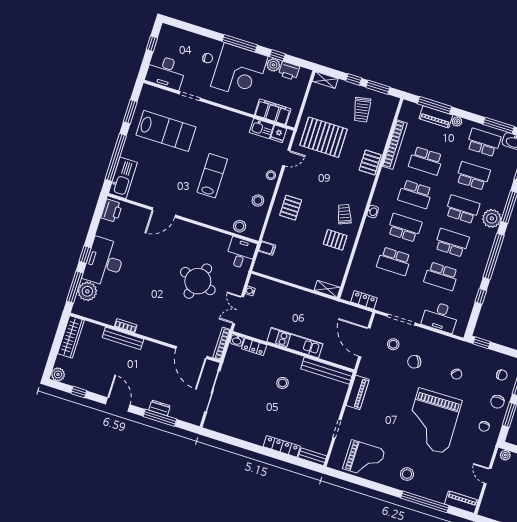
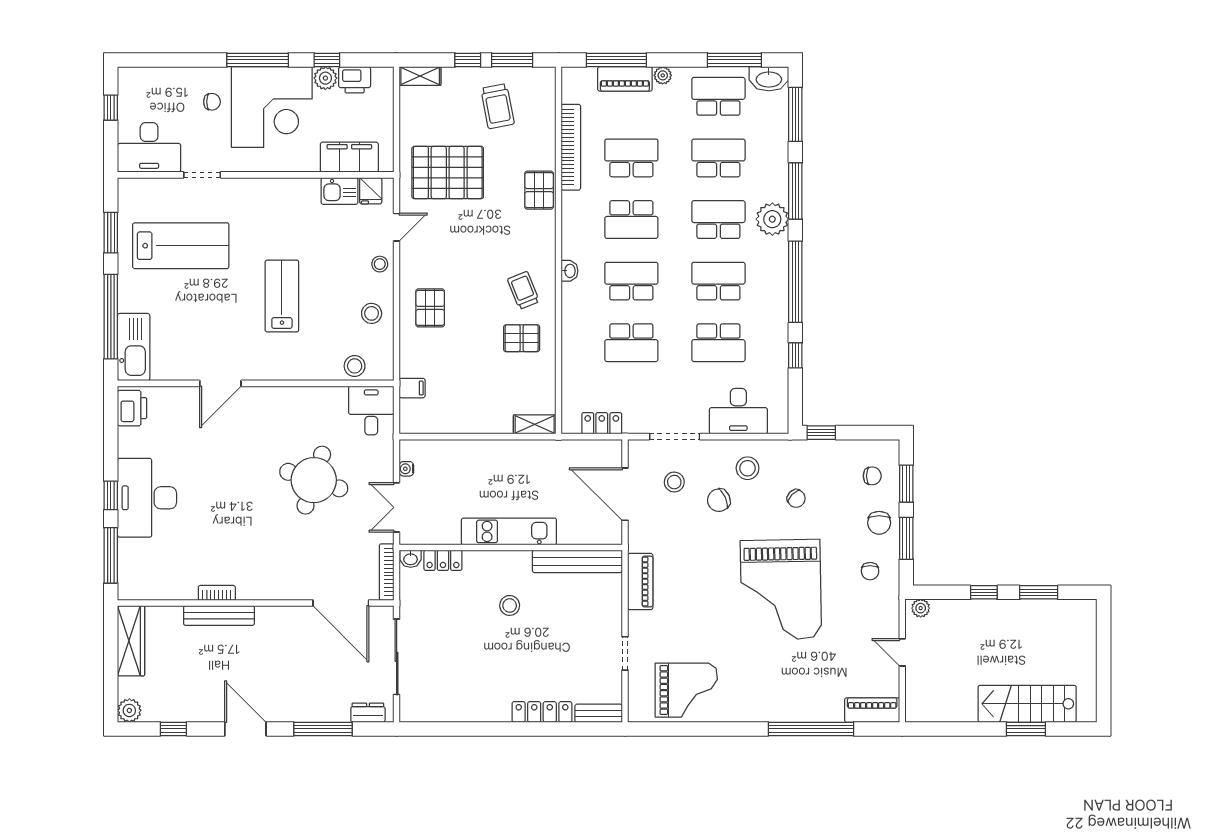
school desk: (426, 161) -> (631, 158), turned 180
plant: (87, 291) -> (134, 556), removed
dresser: (160, 408) -> (368, 713), moved
stool: (407, 474) -> (748, 468), moved

